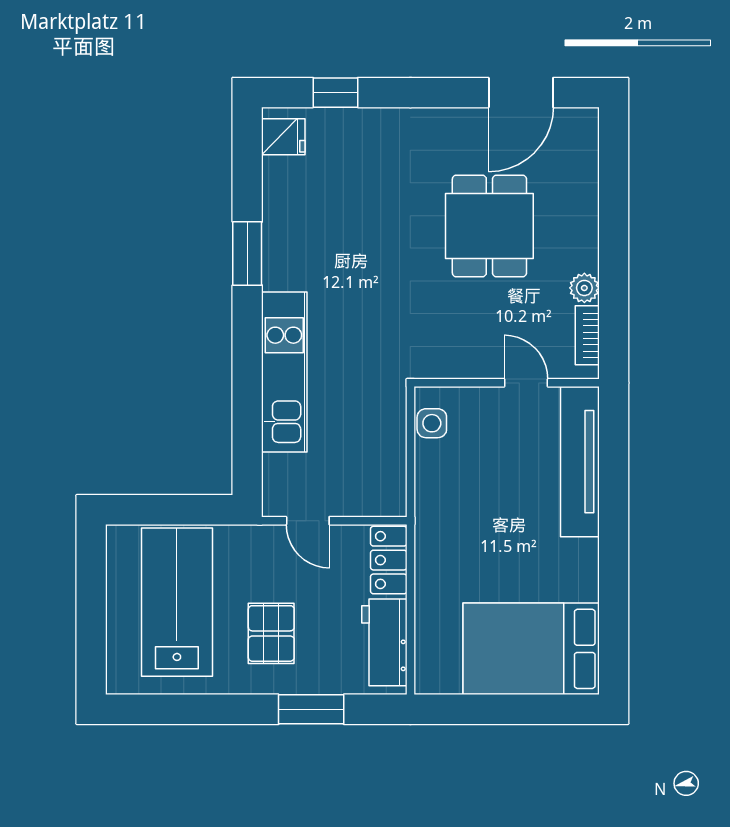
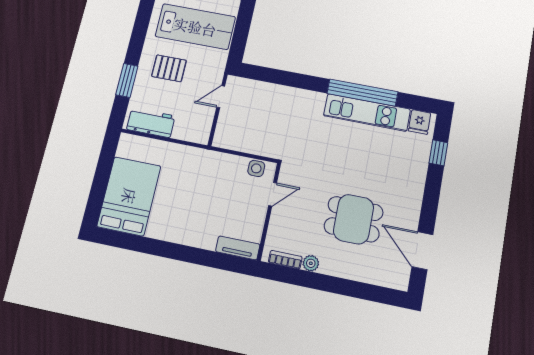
window: (247, 253) -> (362, 93), width x2.11
kitchen unit: (284, 372) -> (367, 112), moved
door: (526, 383) -> (273, 194), moved
tv unit: (580, 462) -> (238, 248), width x0.52, depth x0.78
locker: (389, 560) -> (191, 133), removed

